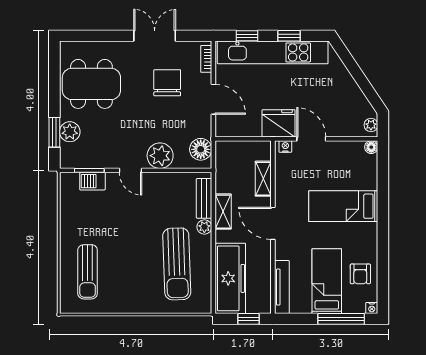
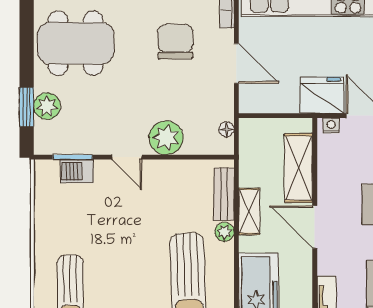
floor lamp: (201, 149) -> (226, 129), width x0.53, depth x0.53
shelving: (263, 179) -> (299, 168), width x1.50, depth x1.33

